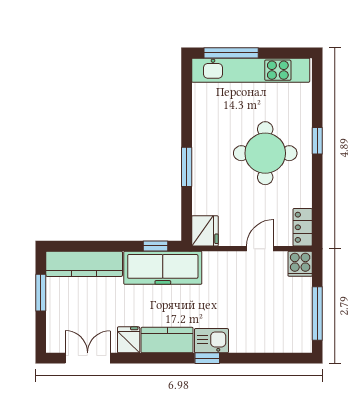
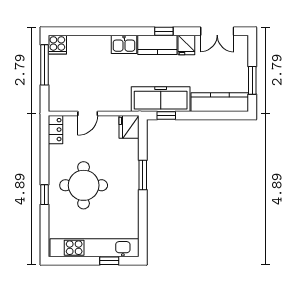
window: (231, 53) -> (109, 261), width x0.46
cooker: (300, 264) -> (57, 45), moved, turned 180
window: (207, 358) -> (164, 31), moved

